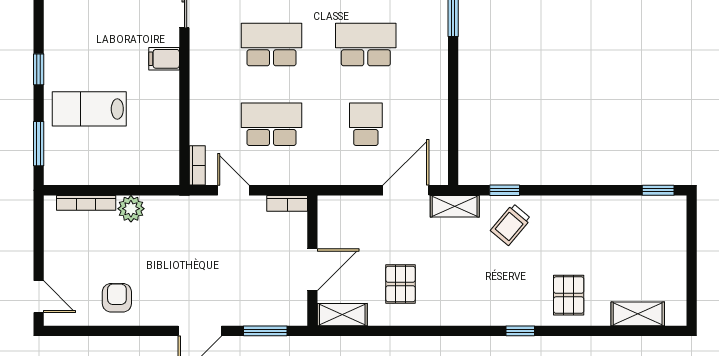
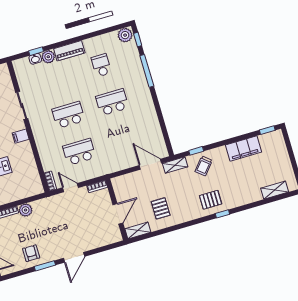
school desk: (366, 124) -> (123, 139), removed
door: (406, 190) -> (150, 164), hinge flipped
filing cabinet: (600, 213) -> (243, 148), added
pallet: (569, 295) -> (211, 200), moved, turned 90
window: (265, 331) -> (45, 266), moved

